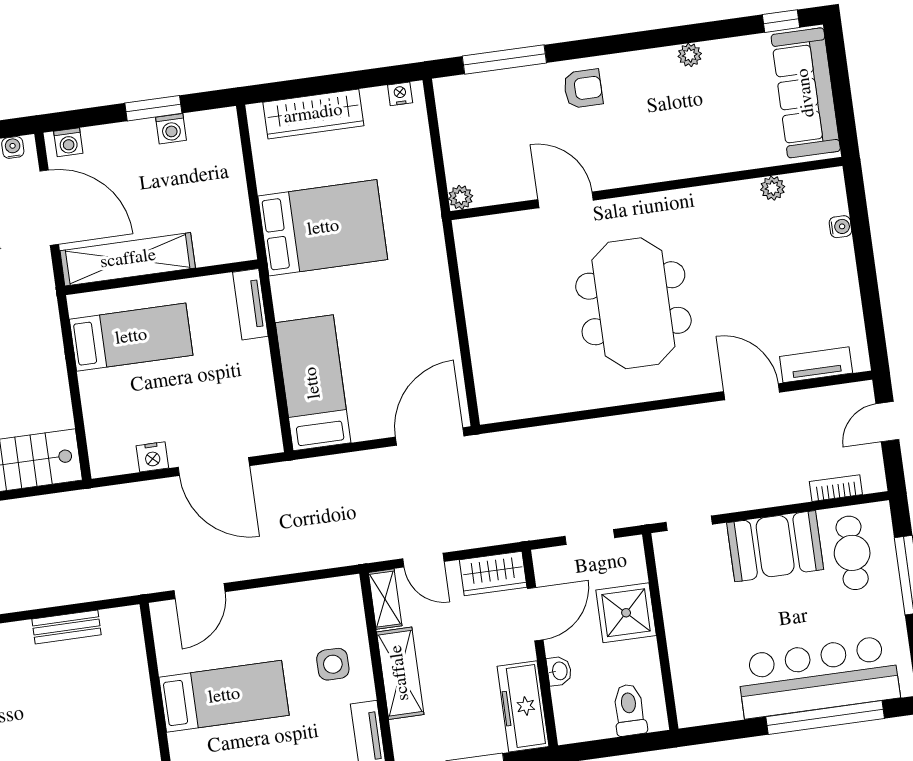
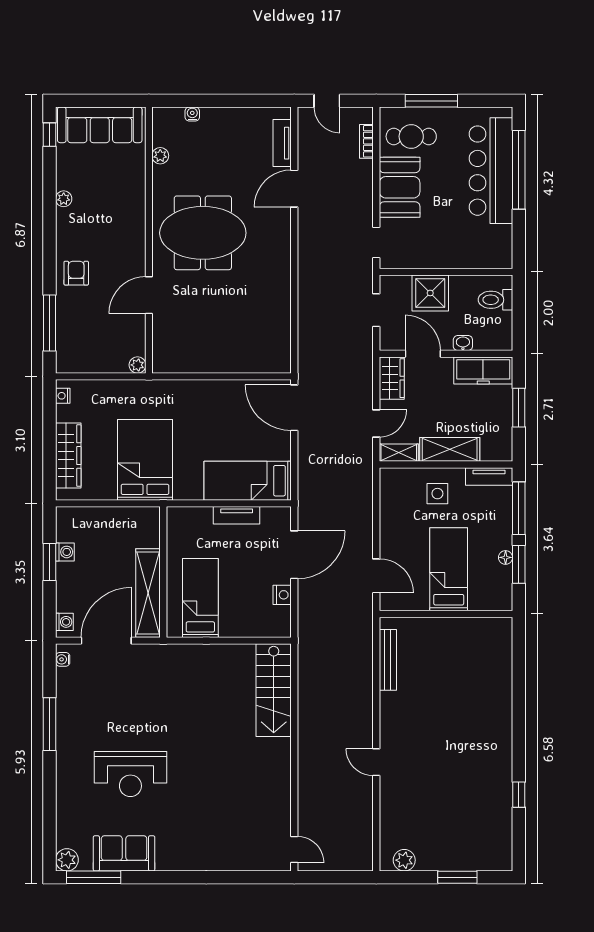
meeting table: (633, 303) -> (203, 233), moved
tv unit: (250, 304) -> (237, 515), moved
bench: (66, 627) -> (388, 660), width x1.36

